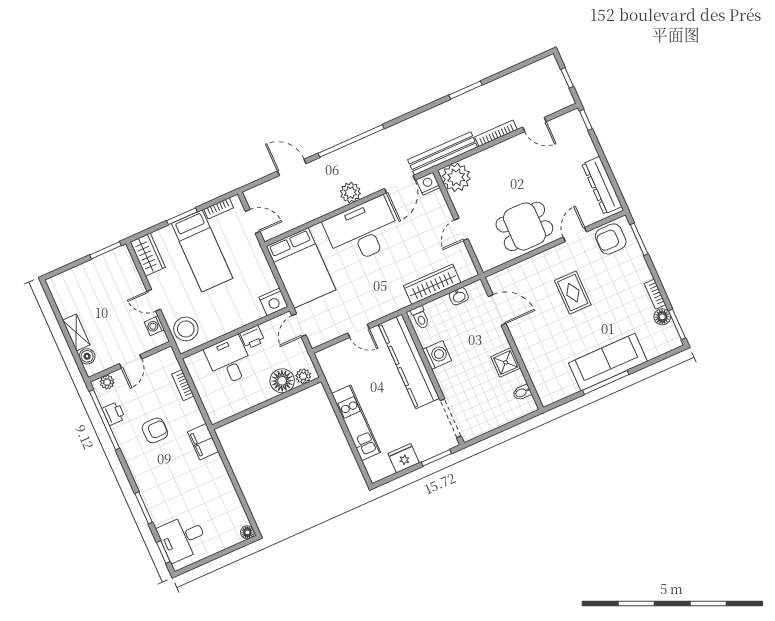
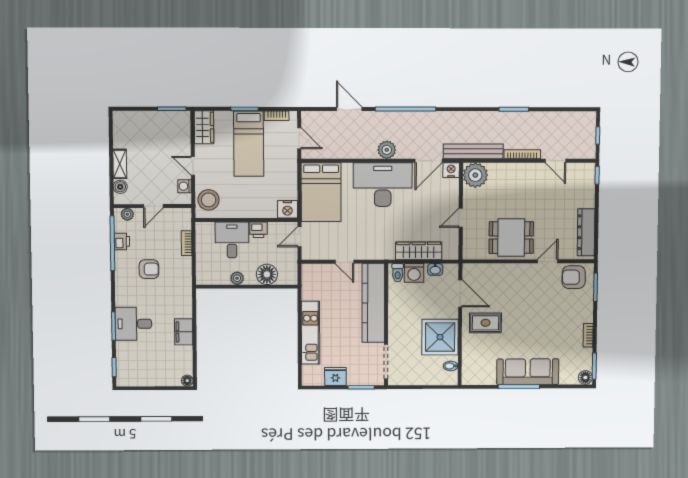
rug: (573, 293) -> (485, 323), moved, turned 90
floor lamp: (662, 317) -> (585, 377), moved
washing machine: (437, 355) -> (414, 273), moved, turned 90
shower: (506, 362) -> (440, 337), width x1.86, depth x1.86
plant: (303, 376) -> (237, 278), moved
filing cabinet: (203, 442) -> (184, 332), moved
desk: (182, 538) -> (133, 324), moved

